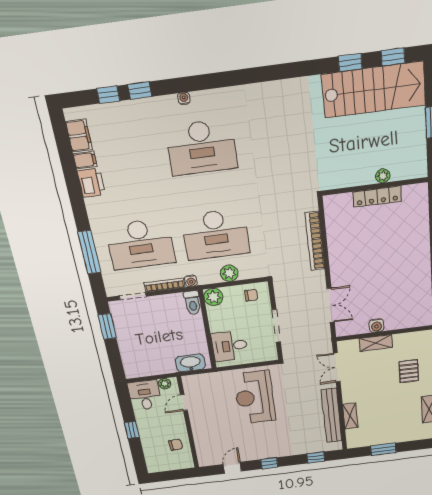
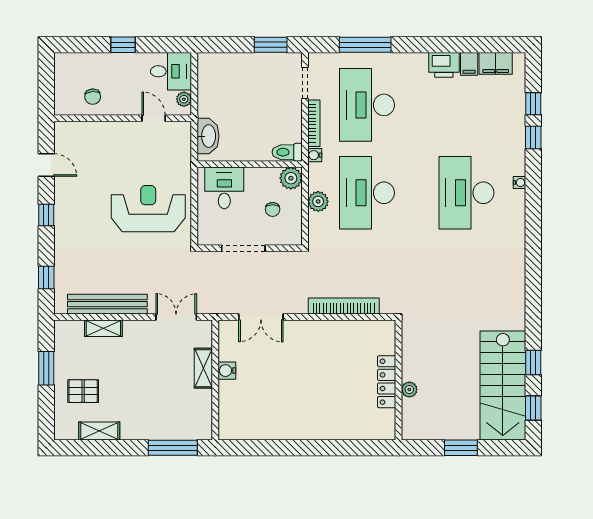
chair: (251, 295) -> (273, 209), moved
pallet: (409, 371) -> (83, 391), moved

